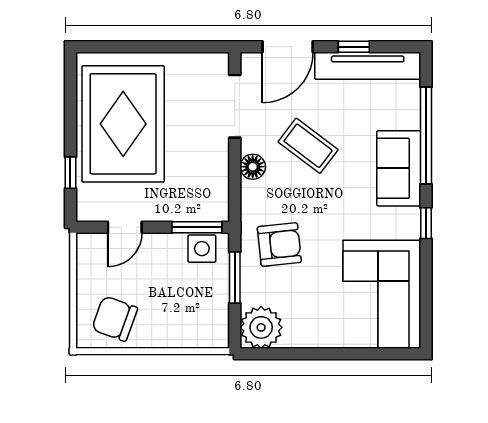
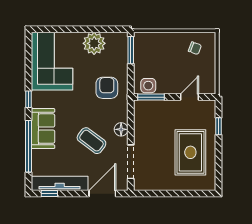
window: (354, 47) -> (49, 194), moved
rug: (123, 124) -> (190, 152), width x0.73, depth x0.69
armchair: (279, 245) -> (107, 88), turned 96
window: (235, 278) -> (131, 50), moved
chair: (115, 319) -> (195, 48), width x0.54, depth x0.54
plant: (261, 327) -> (94, 43), moved

